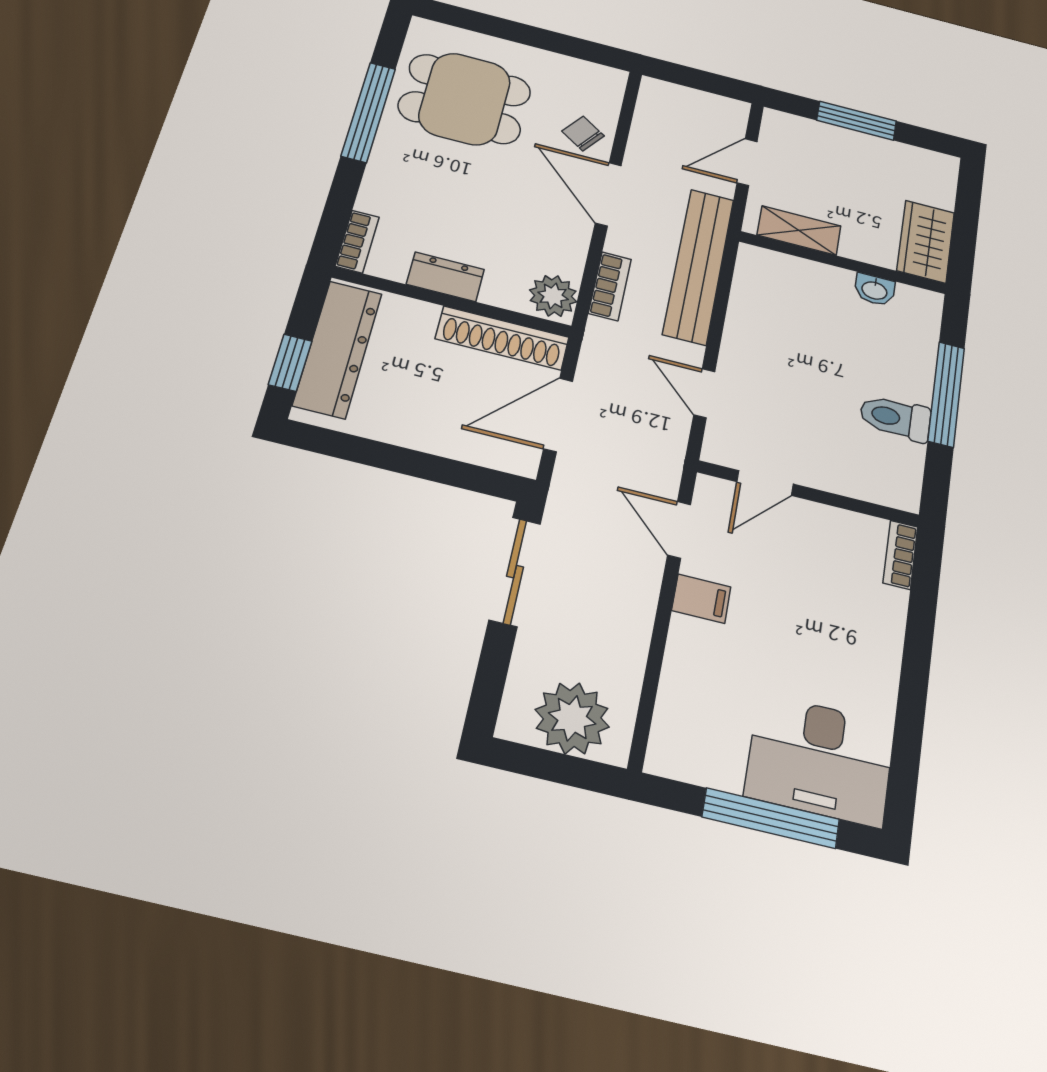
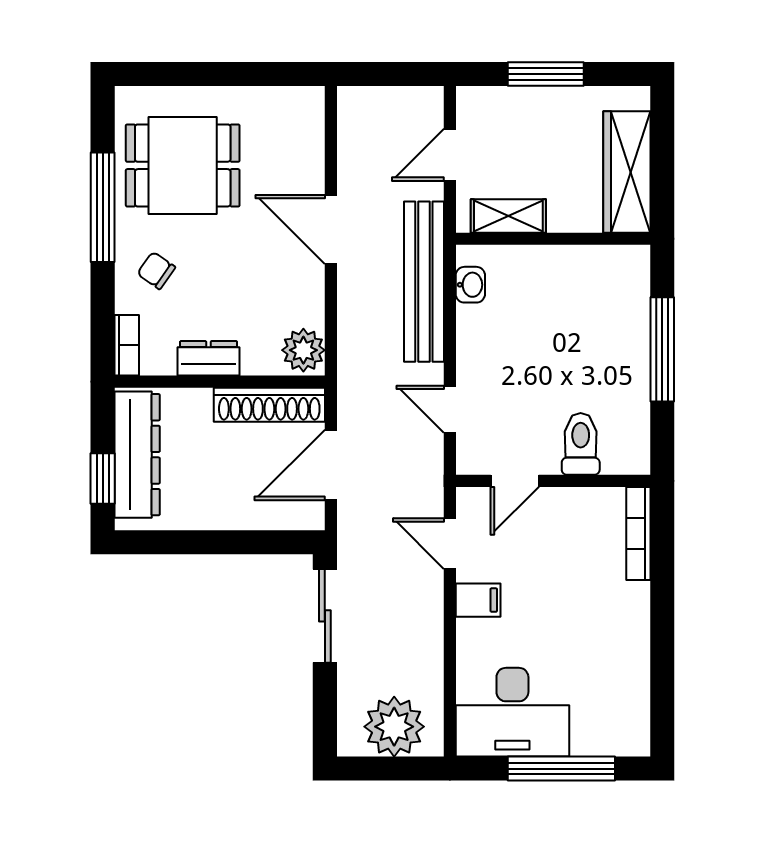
chair: (583, 134) -> (156, 270), moved
wardrobe: (926, 242) -> (627, 172), width x1.50
bookcase: (610, 286) -> (350, 326), removed
washbasin: (875, 290) -> (470, 285), moved, turned -90
toilet: (895, 418) -> (581, 444), moved, turned 90
bookcase: (900, 555) -> (638, 533), width x1.56
desk: (820, 760) -> (512, 712), moved

